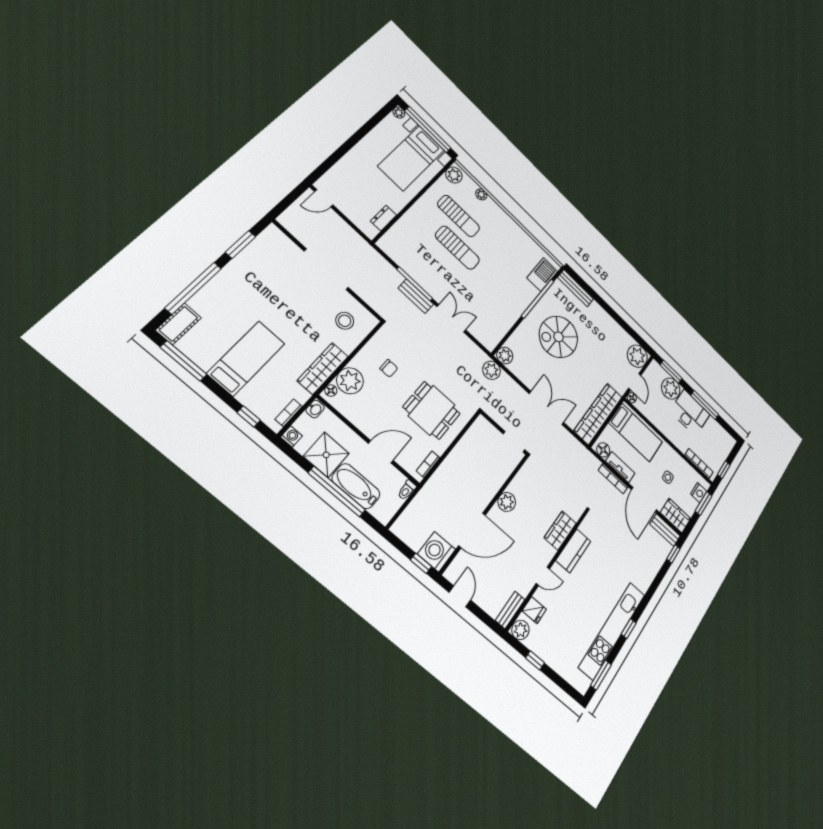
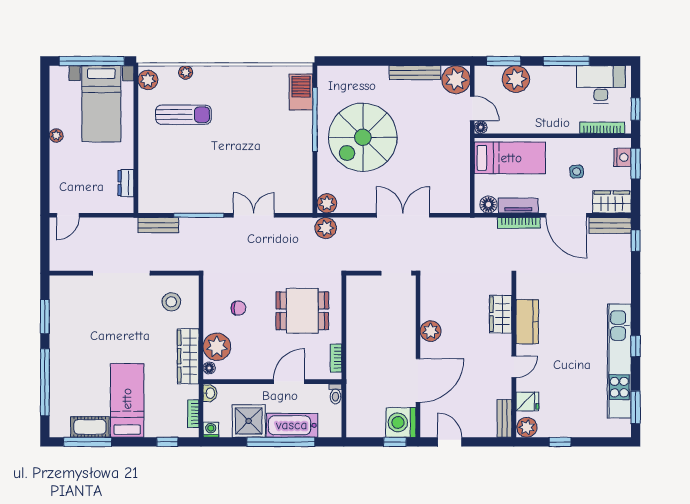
plant: (399, 113) -> (56, 135), moved
sun lounger: (457, 248) -> (207, 145), removed
bench: (576, 288) -> (415, 73), moved
bench: (416, 296) -> (158, 225), moved
cot: (178, 324) -> (90, 427), moved, turned 90
spiral stairs: (559, 337) -> (363, 137), width x1.37, depth x1.37
desk: (690, 413) -> (601, 85), moved
wardrobe: (598, 414) -> (458, 175), removed

